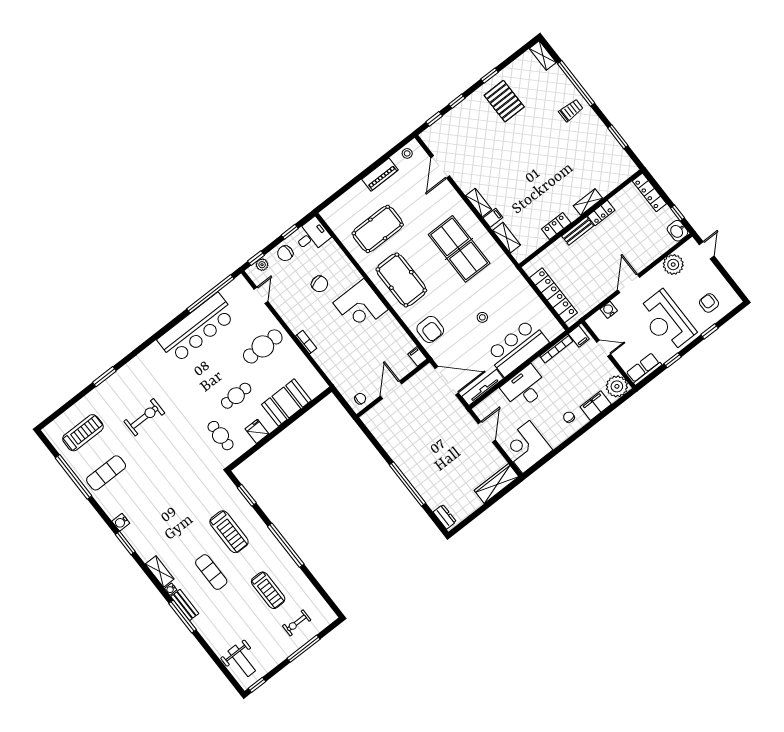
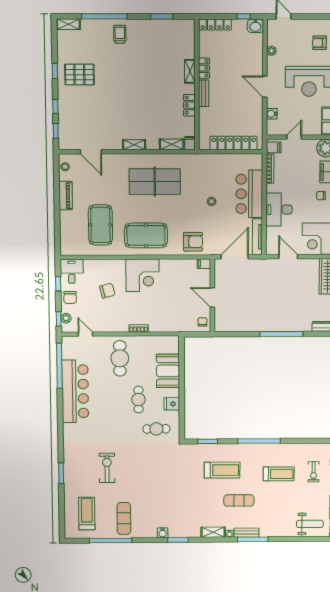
filing cabinet: (493, 218) -> (190, 143), moved
plant: (673, 264) -> (271, 51), width x0.53, depth x0.53

